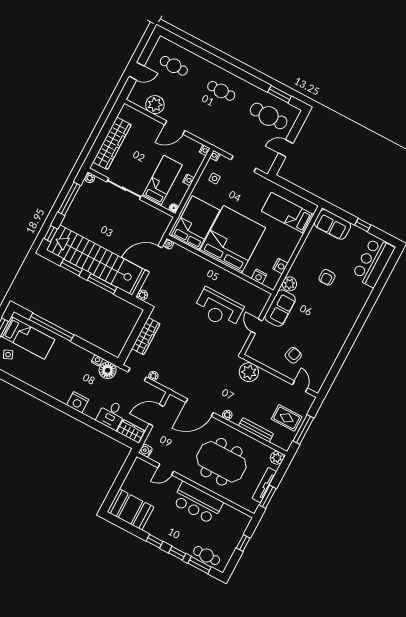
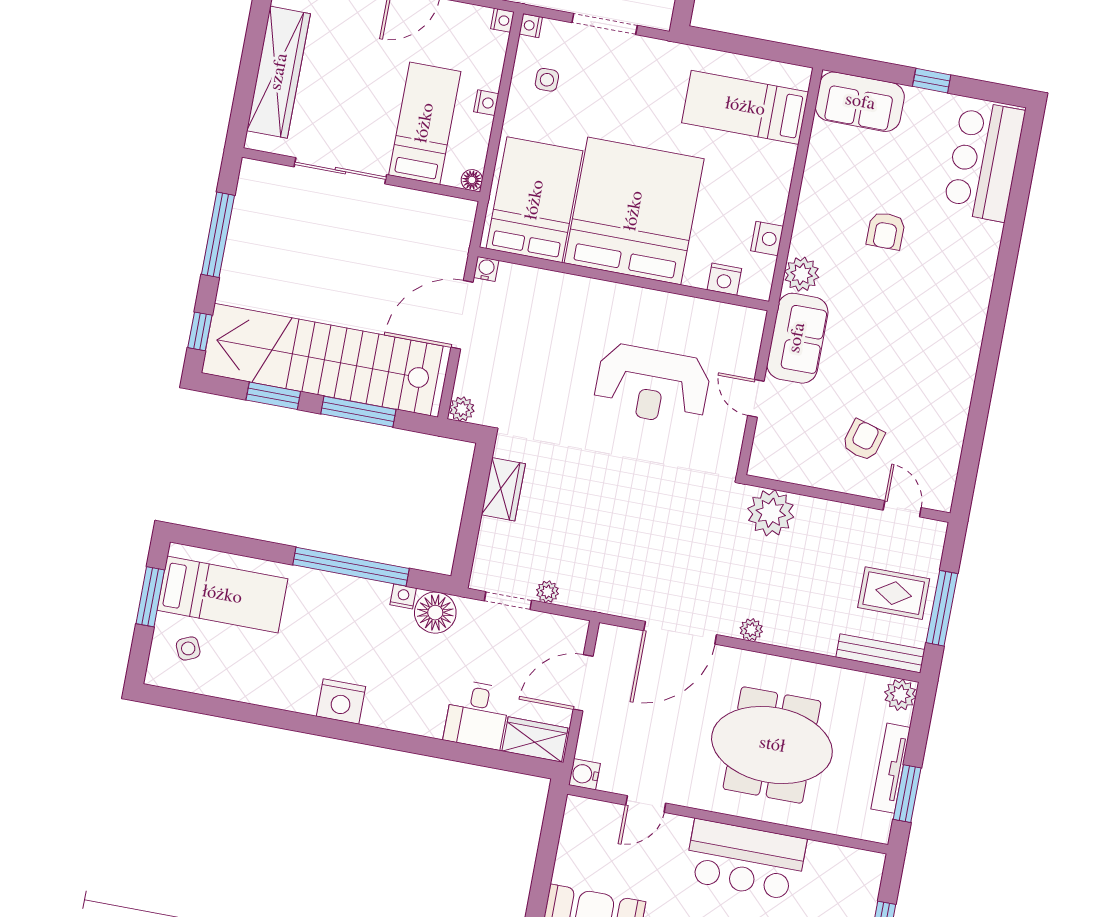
plant: (90, 178) -> (251, 170), removed
window: (52, 327) -> (351, 567), moved
wardrobe: (146, 336) -> (503, 489), width x0.67
nightstand: (78, 402) -> (341, 701), moved
bench: (256, 430) -> (880, 653), moved

